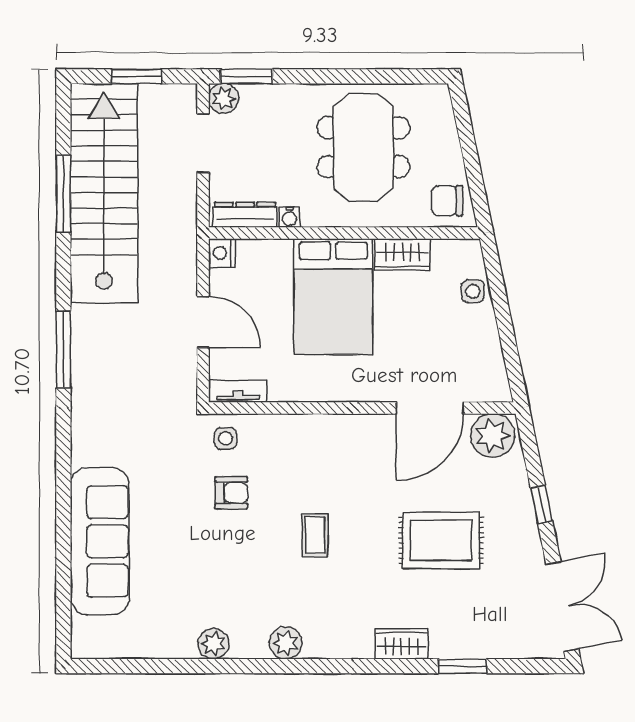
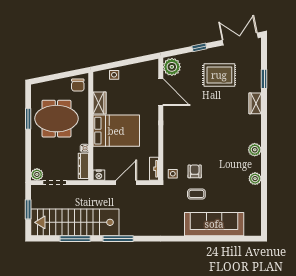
window: (247, 76) -> (28, 119), moved
window: (63, 349) -> (118, 239), moved
coffee table: (315, 535) -> (196, 194), moved
rug: (441, 540) -> (219, 75), moved, turned 90

